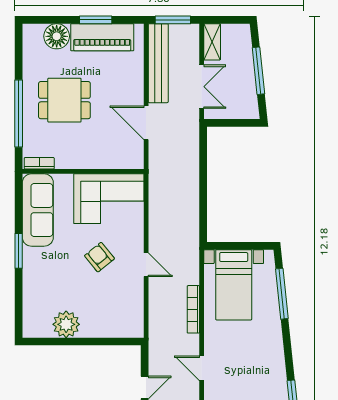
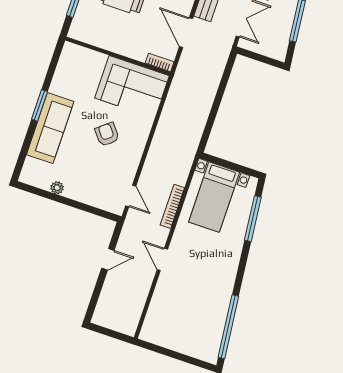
bookcase: (39, 163) -> (160, 62), moved
sofa: (38, 210) -> (50, 128), moved
door: (146, 265) -> (131, 196), moved
plant: (66, 324) -> (57, 188), width x0.53, depth x0.53

